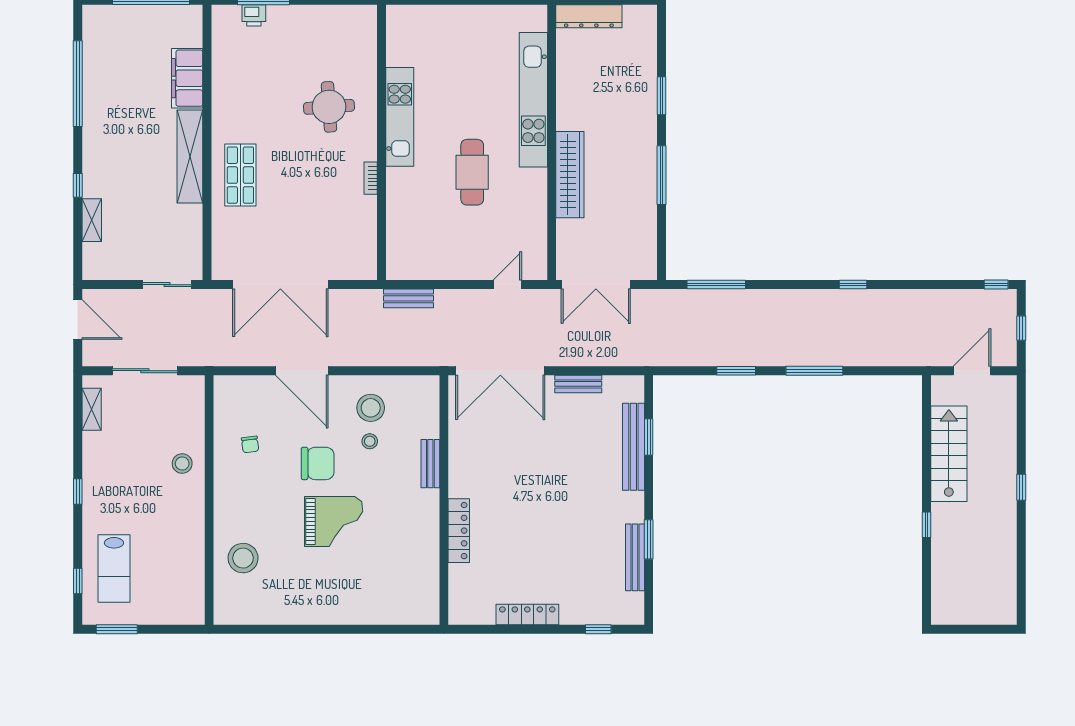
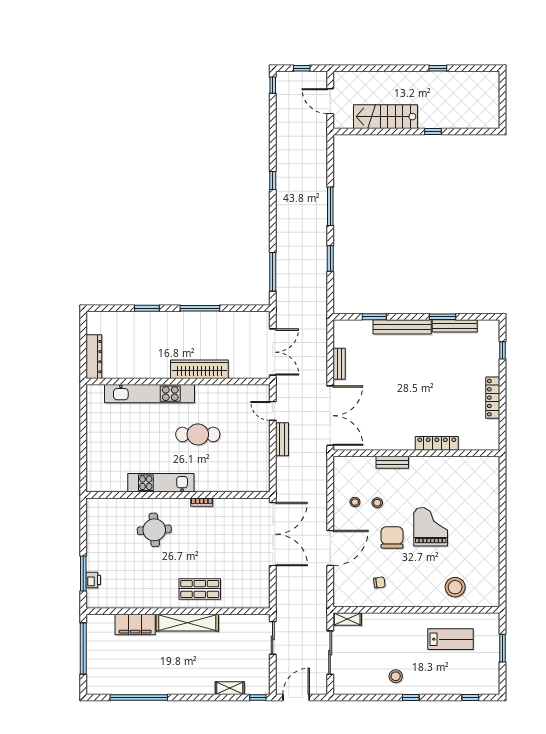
window: (78, 185) -> (258, 697), moved
double door: (280, 285) -> (273, 534), moved
bench: (409, 298) -> (282, 439), moved
stool: (371, 408) -> (355, 502), width x0.53, depth x0.53
shelving: (92, 409) -> (347, 619), moved
bench: (633, 447) -> (402, 327), moved
stool: (182, 464) -> (396, 676), moved
window: (1021, 487) -> (438, 68), moved
lab bench: (114, 569) -> (450, 639), moved
window: (117, 629) -> (503, 648), moved

